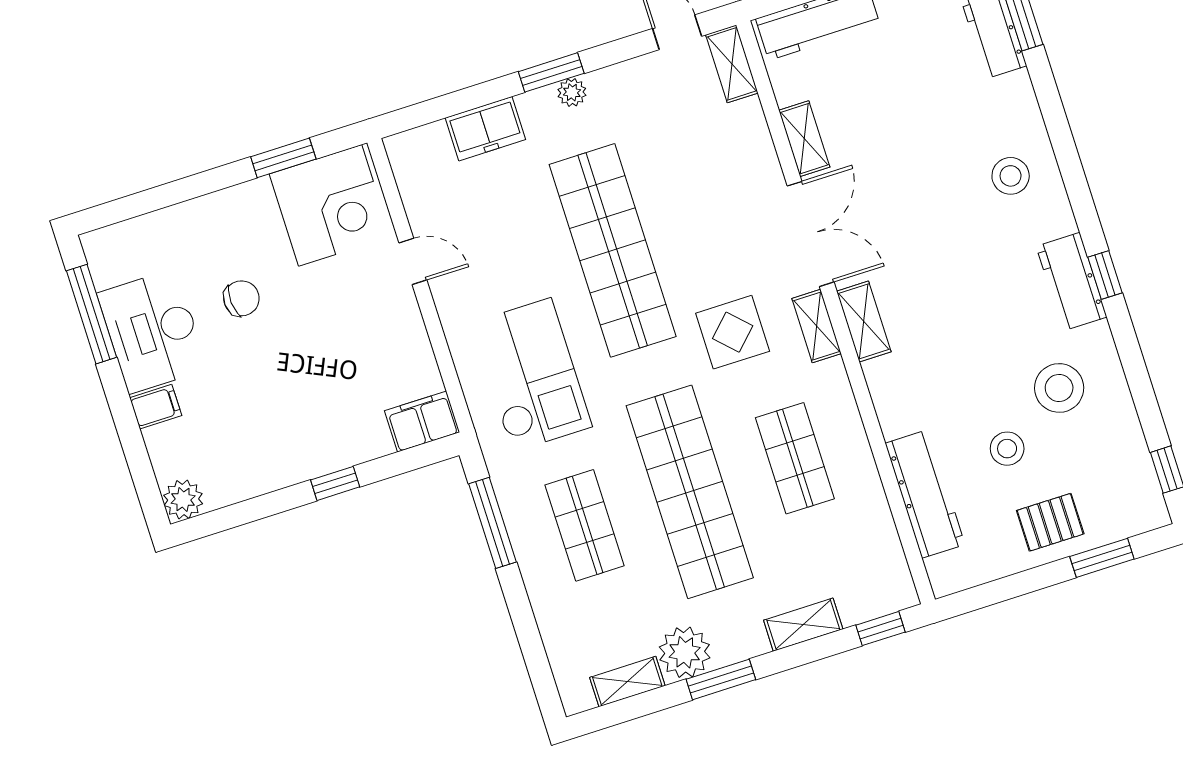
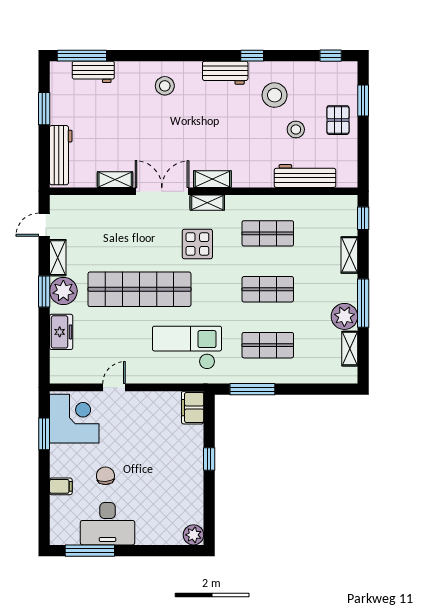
shelving: (732, 64) -> (58, 258), moved, turned 90
plant: (572, 92) -> (63, 291), width x1.88, depth x1.88
window: (1105, 275) -> (252, 56), moved
filing cabinet: (156, 407) -> (61, 486), moved, turned 90
shop shelf: (690, 492) -> (268, 289), width x0.50, depth x0.74
window: (721, 679) -> (363, 303), width x1.44

